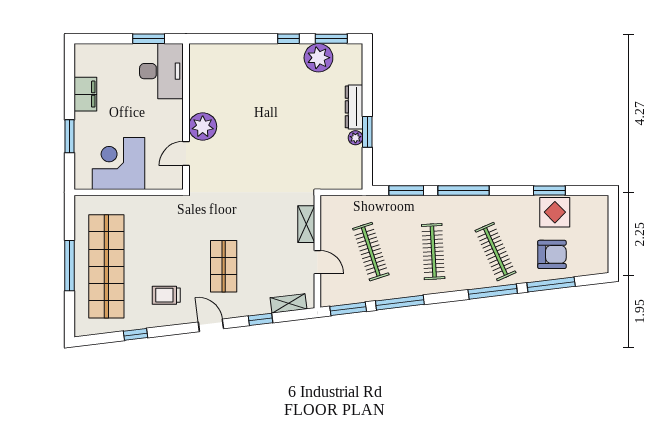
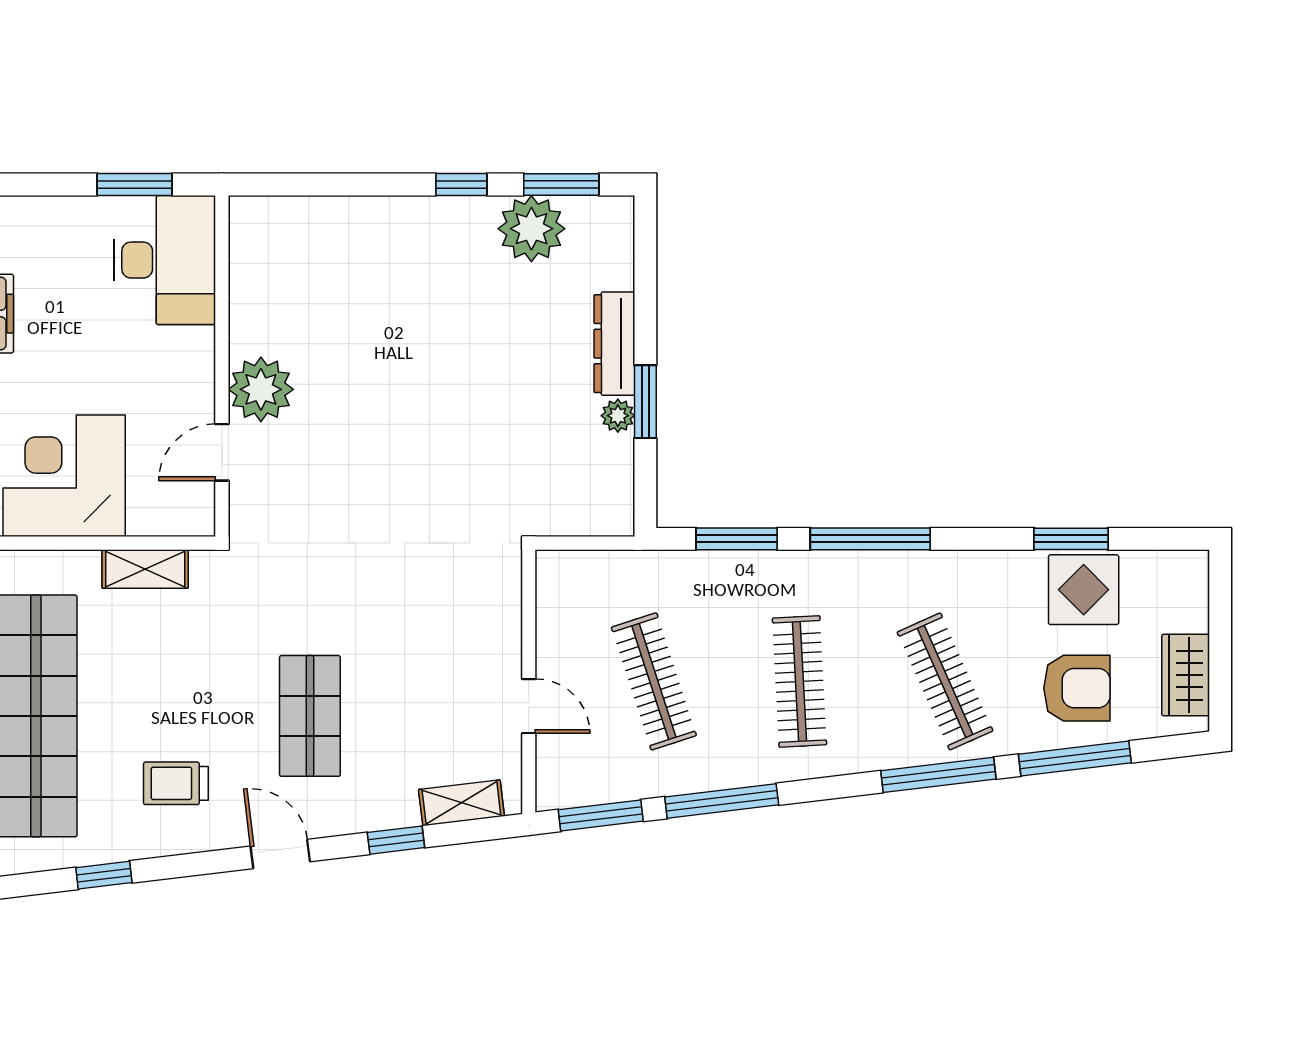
shelving: (306, 224) -> (145, 569), moved, turned 90
wardrobe: (598, 249) -> (1186, 675), added

